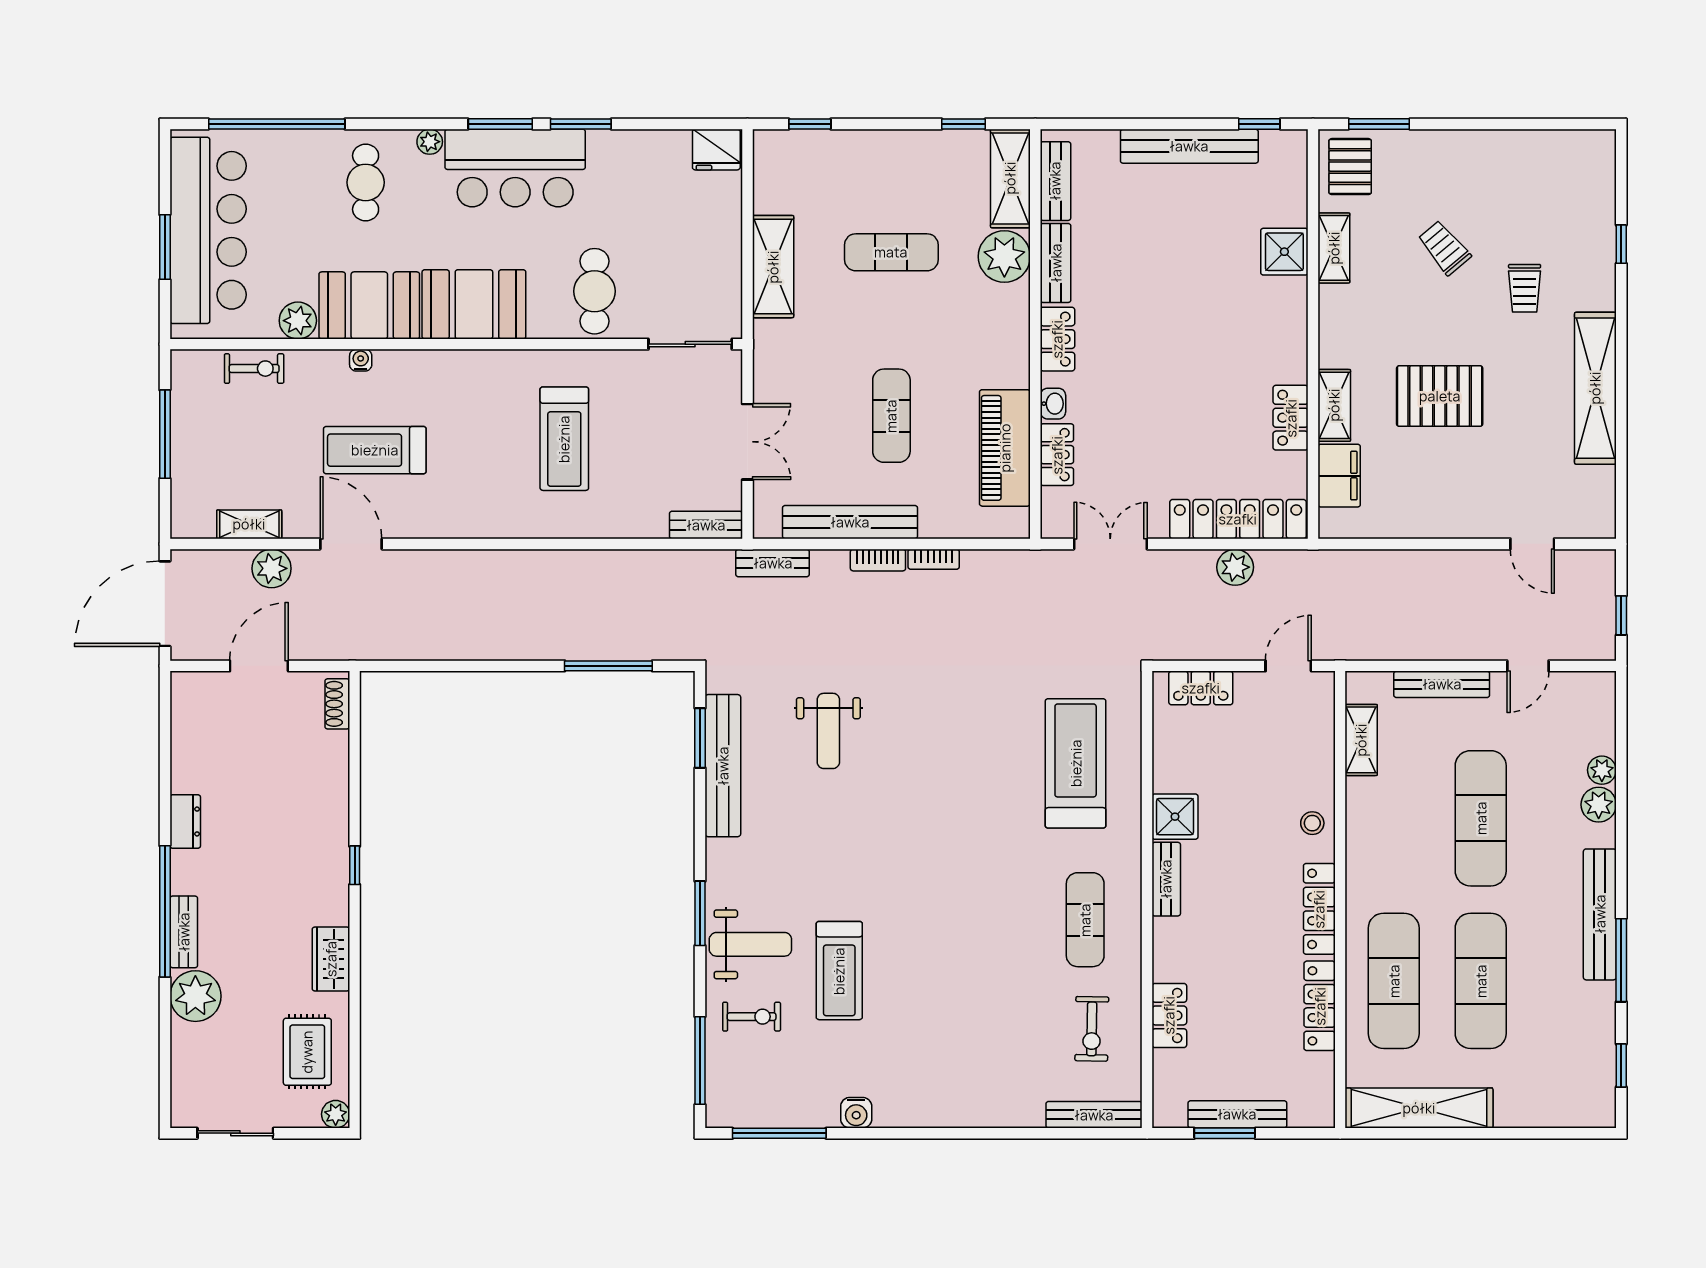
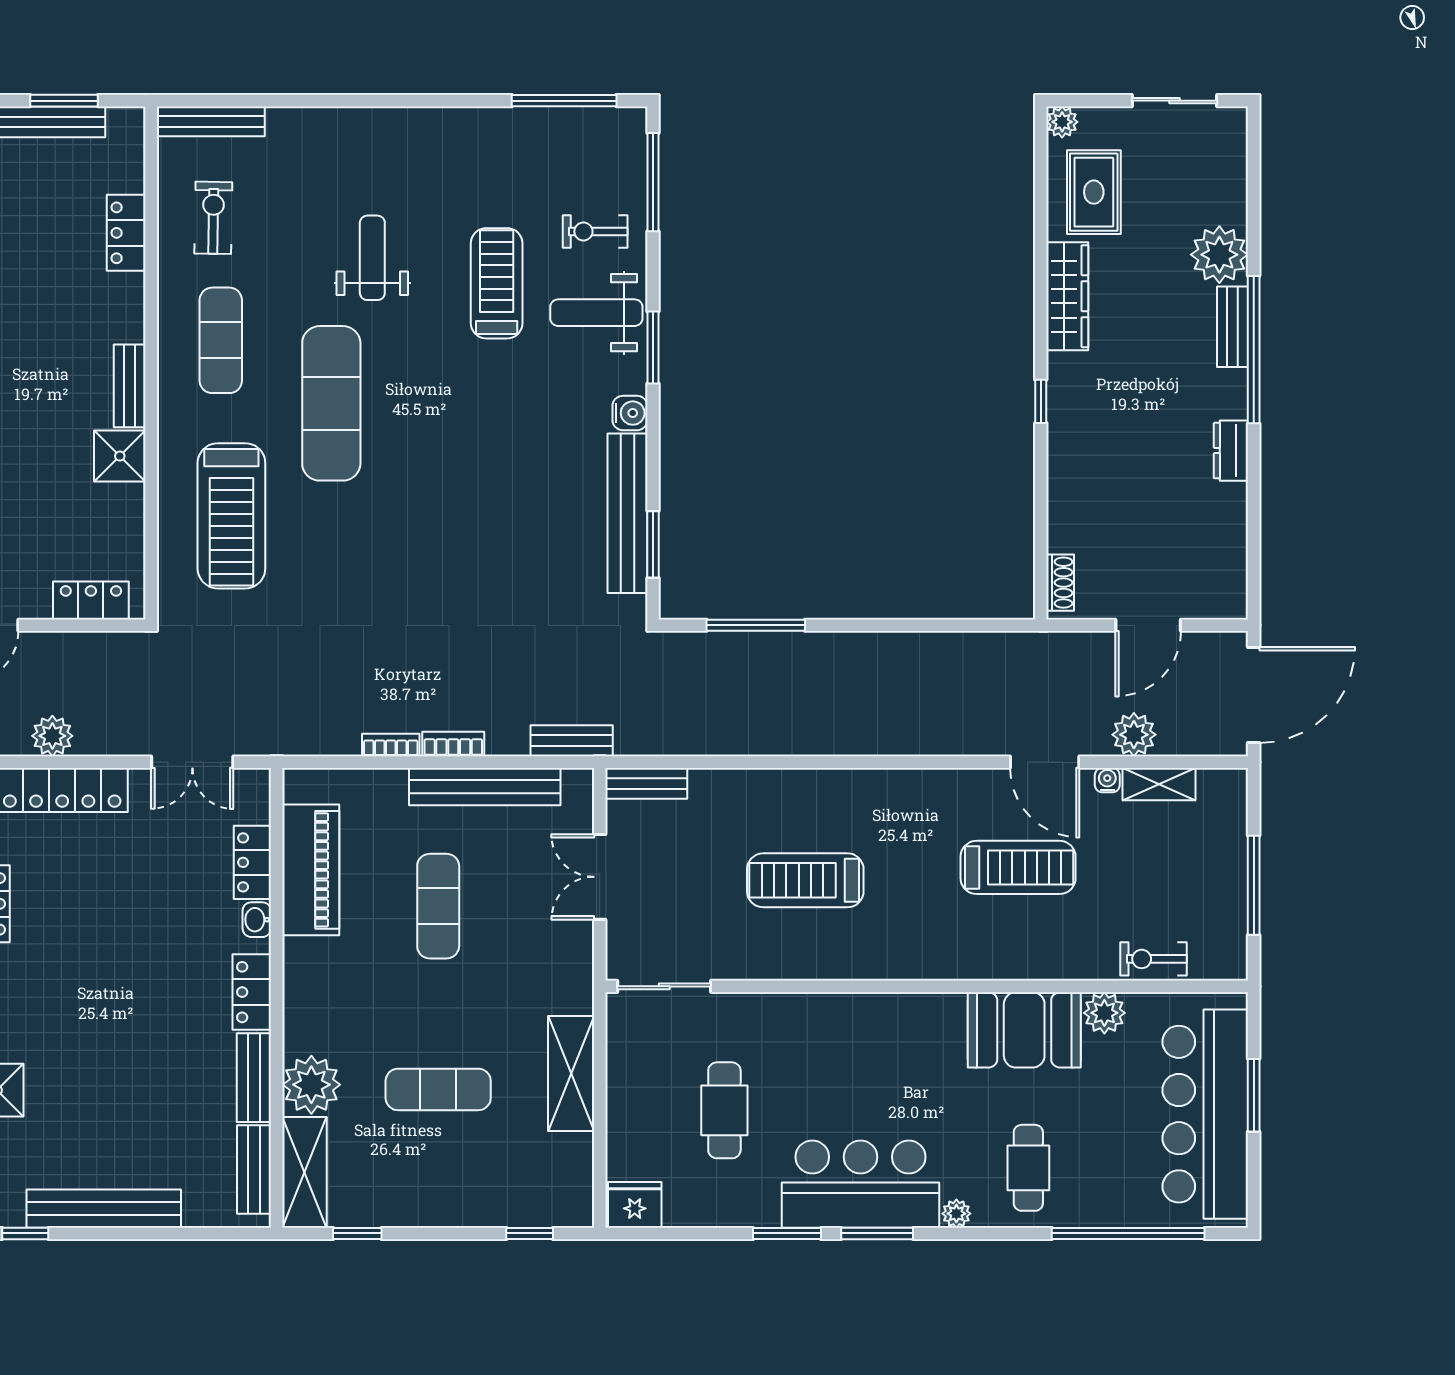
cafe table: (595, 291) -> (724, 1110), moved
booth: (474, 304) -> (907, 1031), removed
water cooler: (361, 360) -> (1107, 780), moved, turned 180
treadmill: (564, 439) -> (805, 880), turned -90
weight bench: (828, 731) -> (372, 258), moved
exercise mat: (987, 864) -> (331, 403), added
wardrobe: (331, 959) -> (1067, 296), width x1.50
water cooler: (856, 1113) -> (630, 413), moved, turned 90

